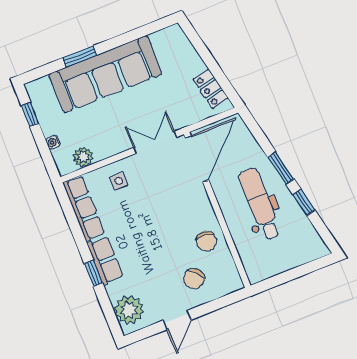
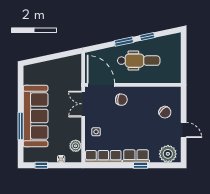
window: (80, 56) -> (21, 126), width x1.44
locker: (211, 89) -> (66, 62), removed
dental chair: (260, 204) -> (139, 61), turned 180
chair: (207, 241) -> (121, 100), moved

